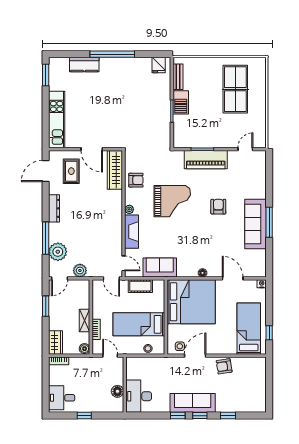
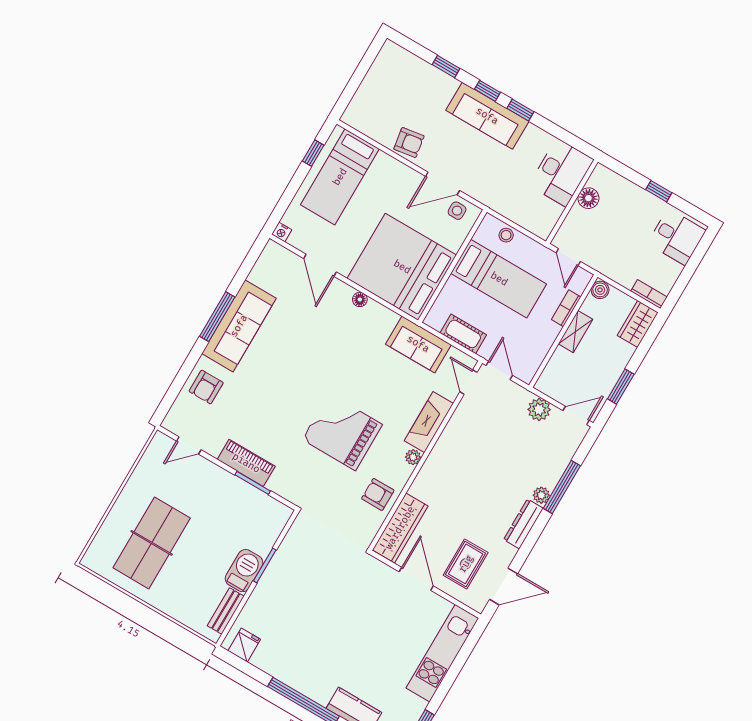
piano: (206, 160) -> (246, 463), width x0.73, depth x0.75
armchair: (218, 207) -> (206, 387), moved
plant: (58, 252) -> (541, 495), moved, width x0.53, depth x0.53

